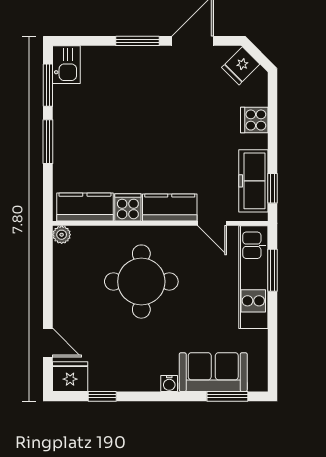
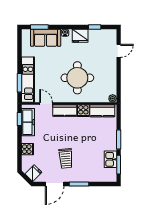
kitchen sink: (66, 65) -> (110, 159), moved
trolley: (168, 99) -> (66, 158), added
door: (48, 343) -> (119, 51), swing flipped
fridge: (70, 377) -> (80, 36), moved

